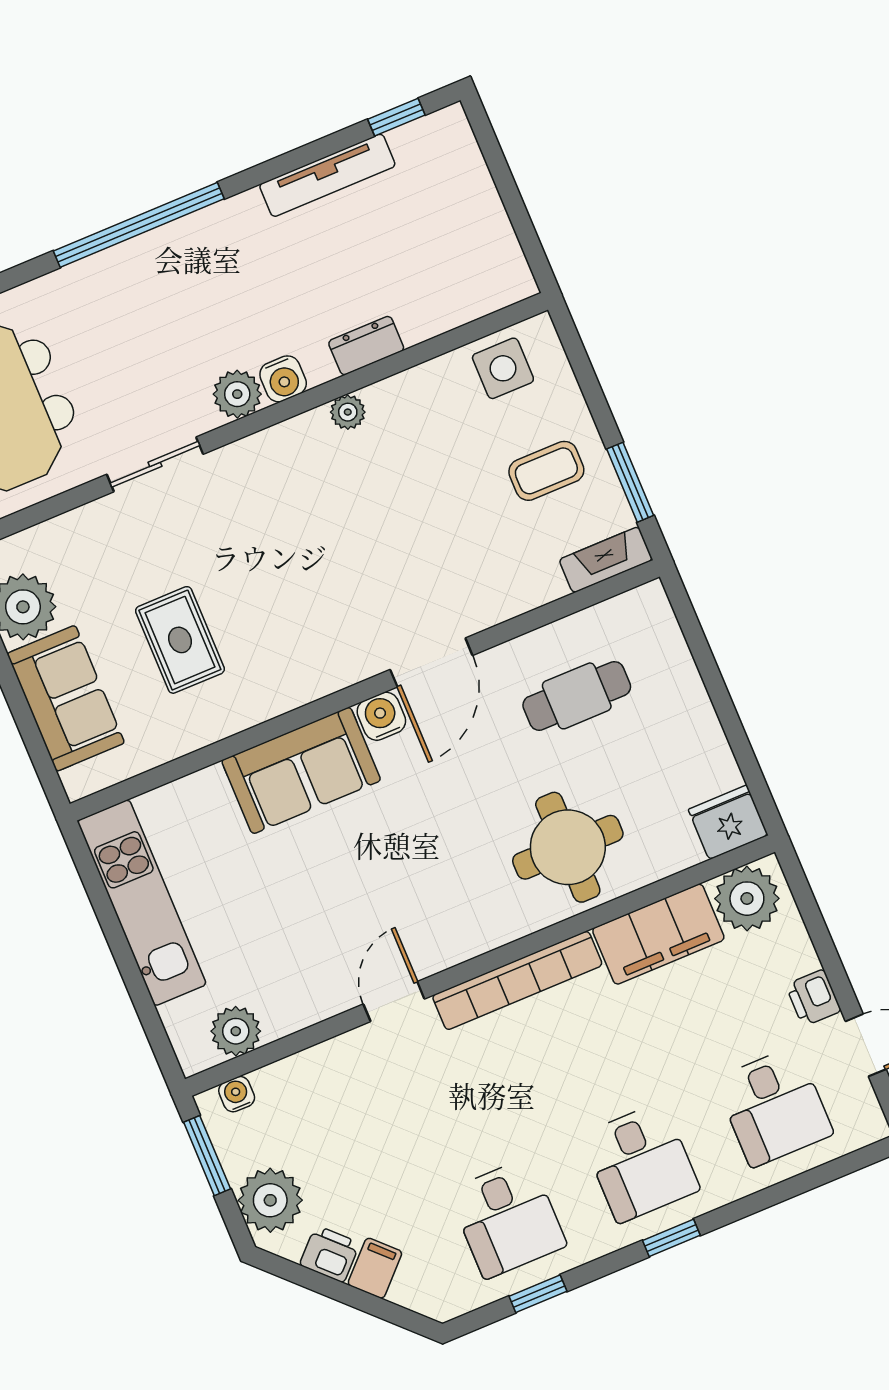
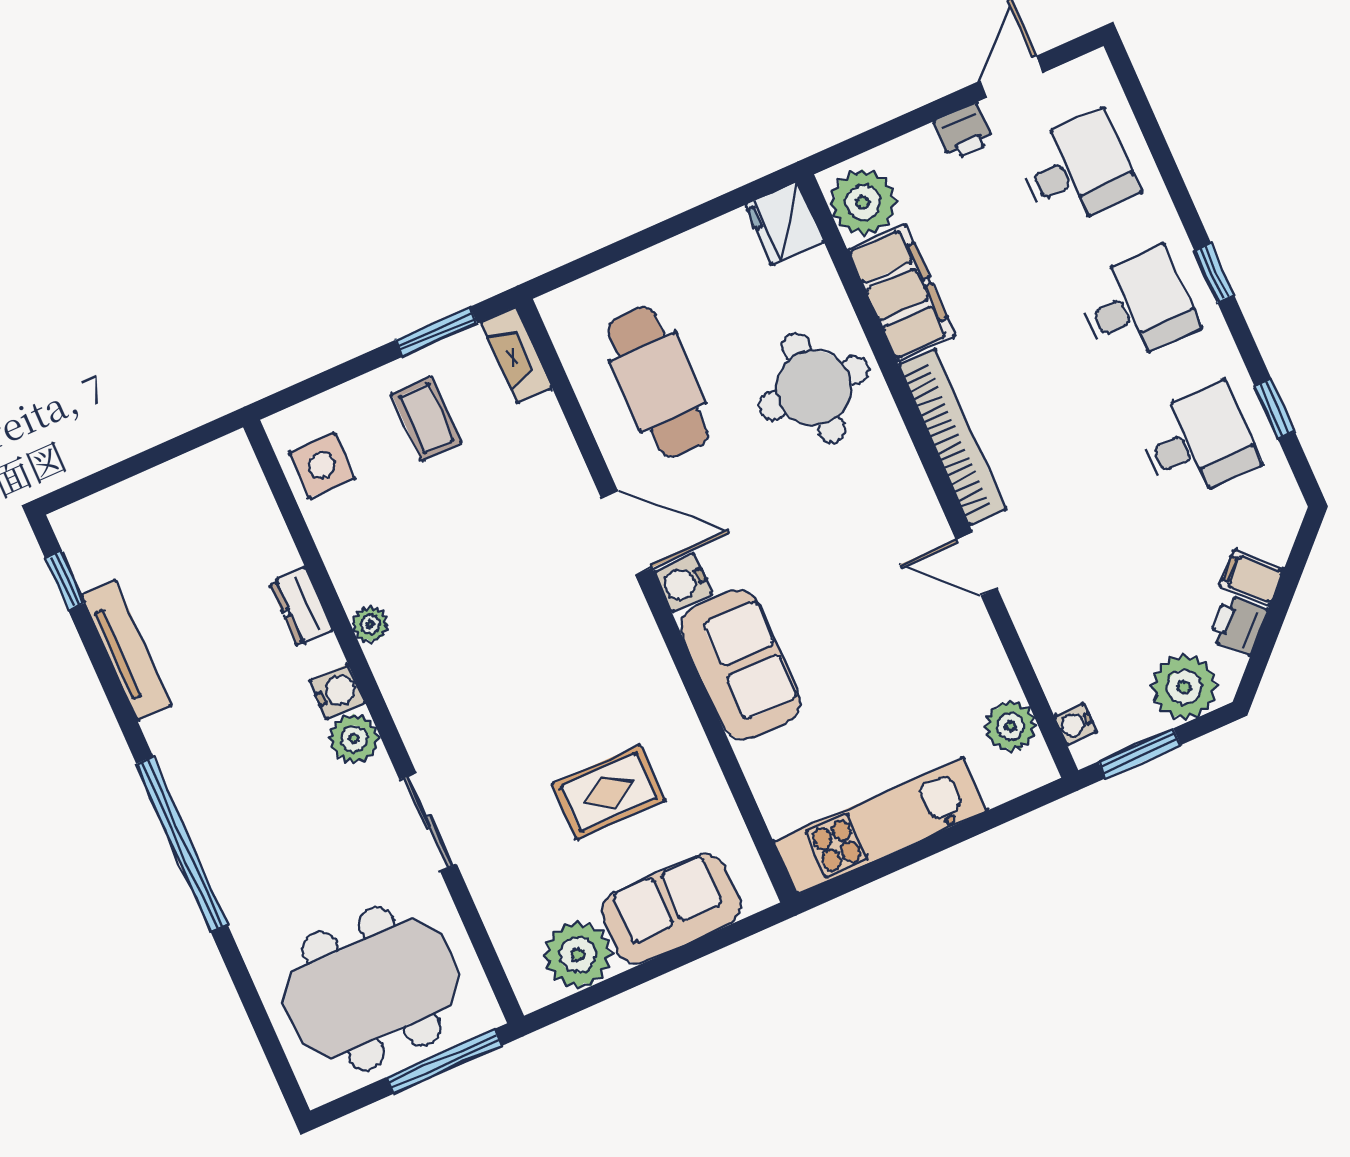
cafe table: (577, 696) -> (658, 382), width x1.37, depth x1.35

